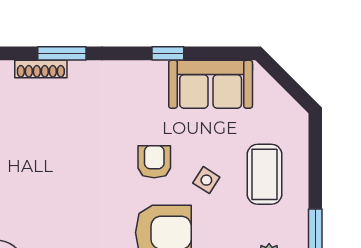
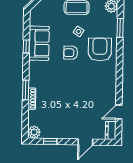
sofa: (211, 84) -> (39, 43), moved

